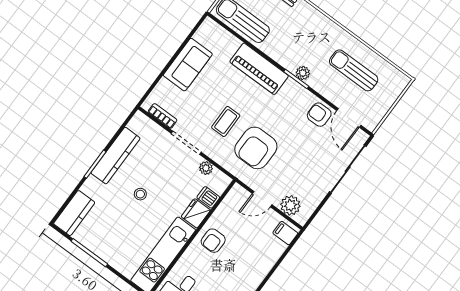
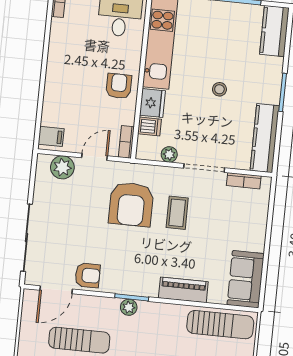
sofa: (188, 65) -> (246, 279), moved
piano: (259, 69) -> (183, 290), width x0.73, depth x0.75
door: (349, 118) -> (56, 290), swing flipped
armchair: (256, 148) -> (131, 204), turned 180
kitchen counter: (116, 156) -> (265, 138), moved
bookcase: (232, 196) -> (126, 142), added

